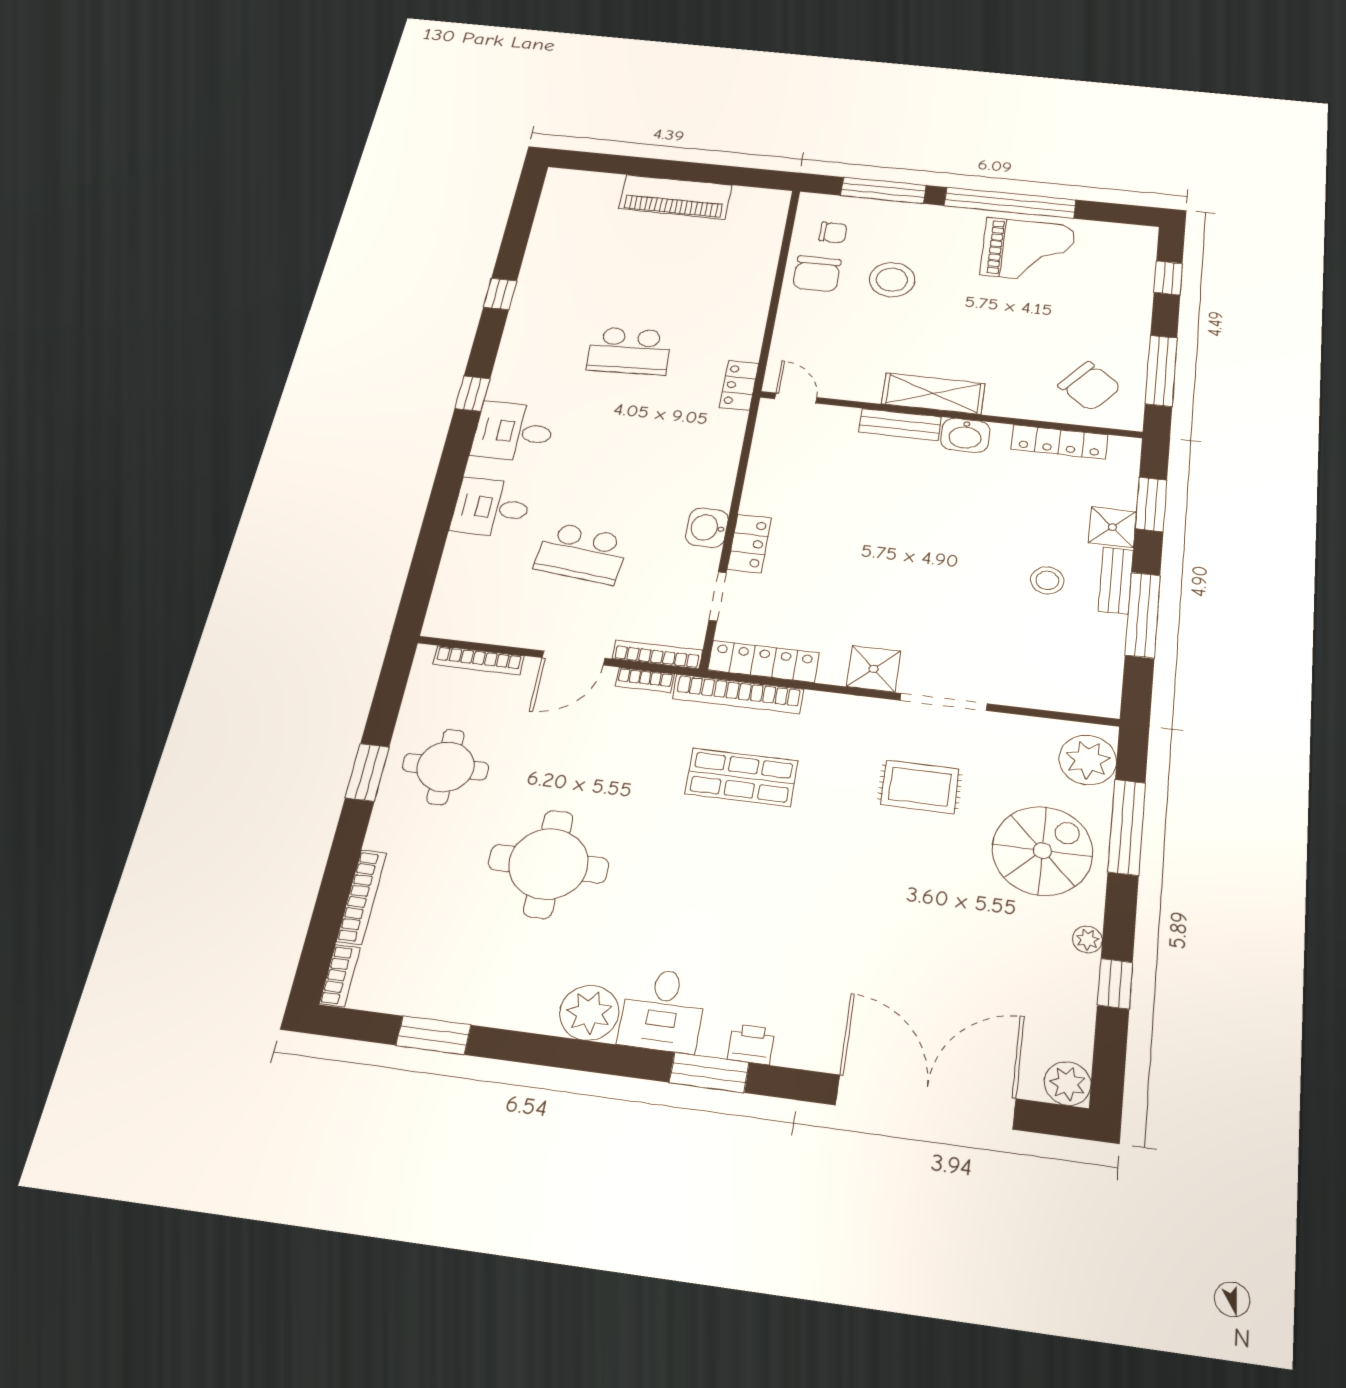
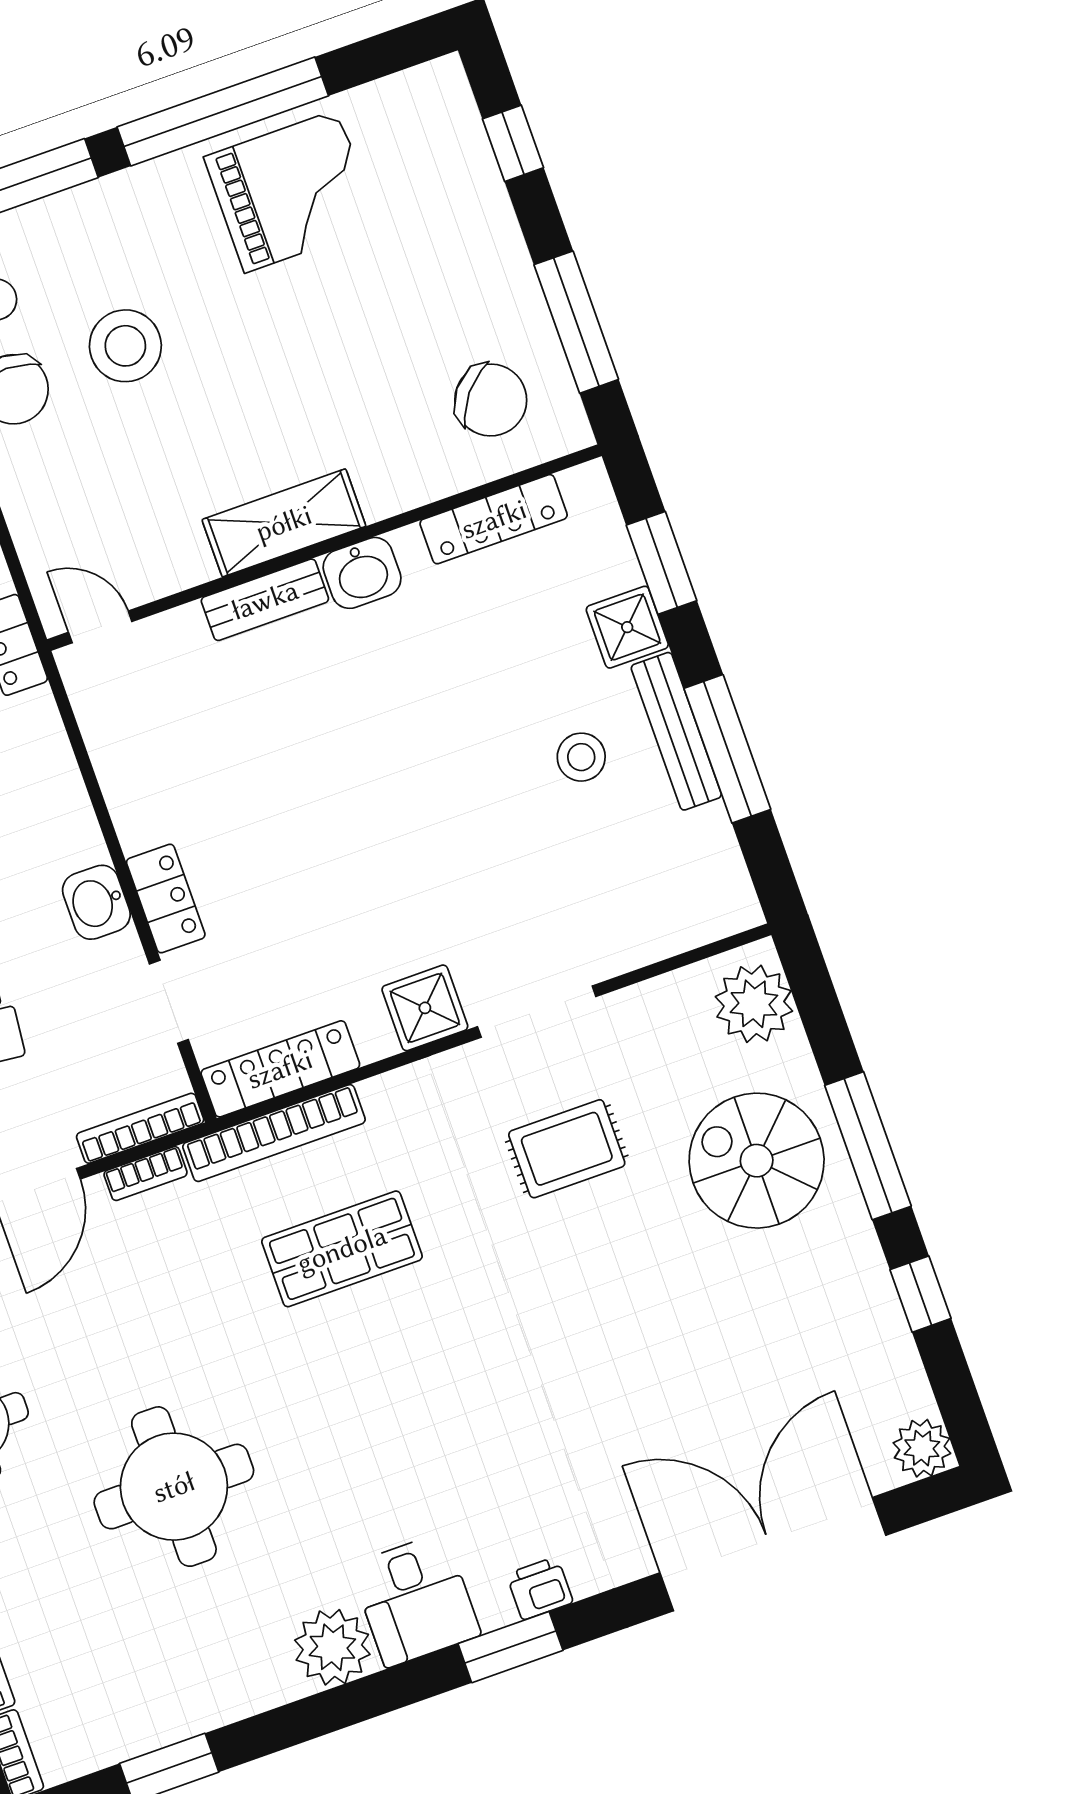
bench: (1116, 581) -> (676, 731), width x1.36
window: (1127, 827) -> (868, 1146), moved
spiral stairs: (1042, 851) -> (757, 1161), turned -90
plant: (1087, 939) -> (863, 1253), removed

